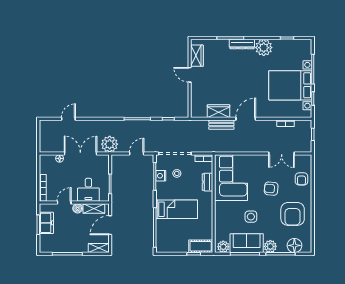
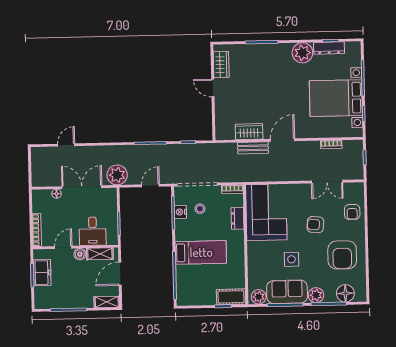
dresser: (242, 44) -> (329, 48), moved

